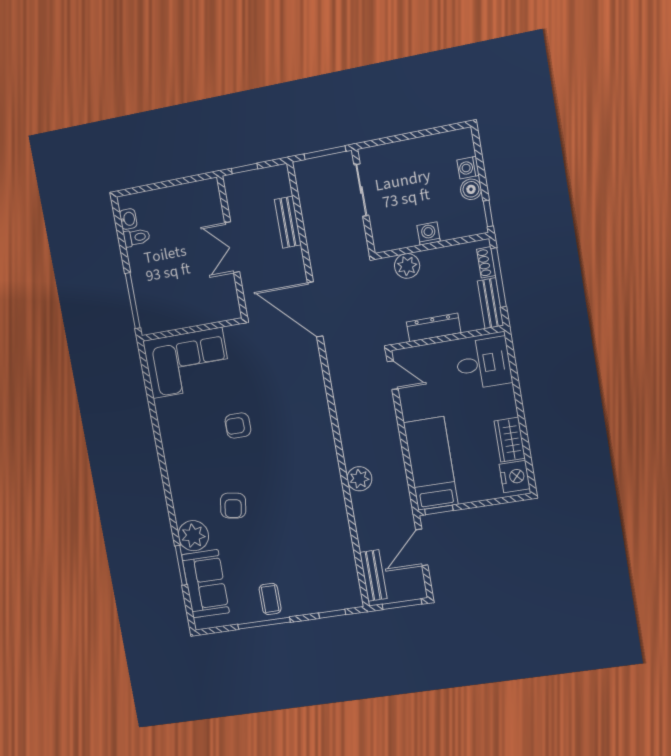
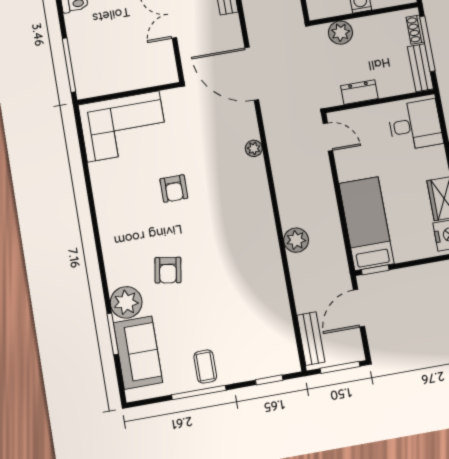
dresser: (434, 327) -> (359, 92), width x0.70
plant: (317, 386) -> (254, 148), added
armchair: (238, 426) -> (174, 188), turned -90

